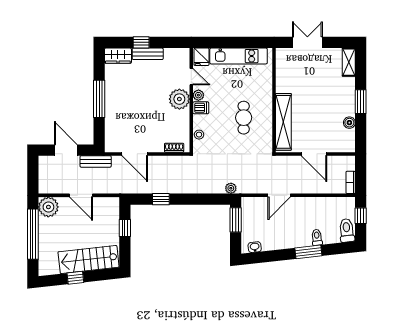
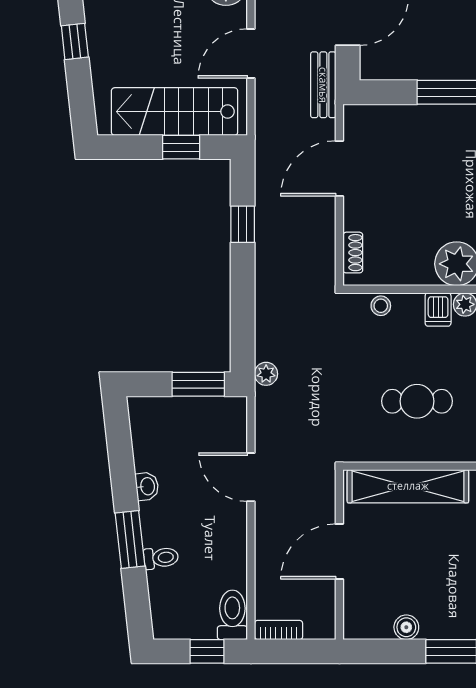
toilet: (347, 230) -> (232, 615), moved, turned -84
washbasin: (255, 247) -> (147, 486), moved
stairs: (89, 259) -> (175, 112), moved, turned -84

